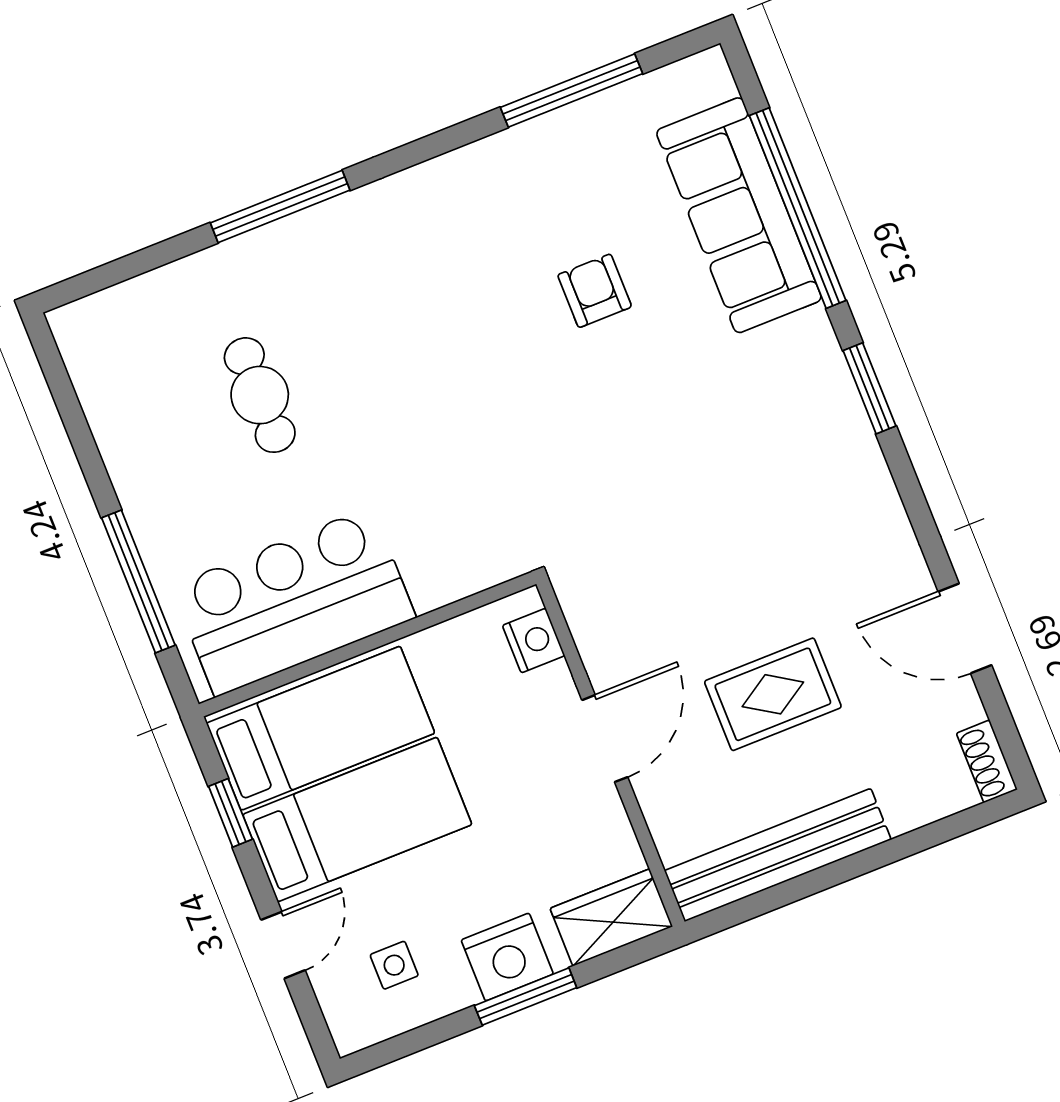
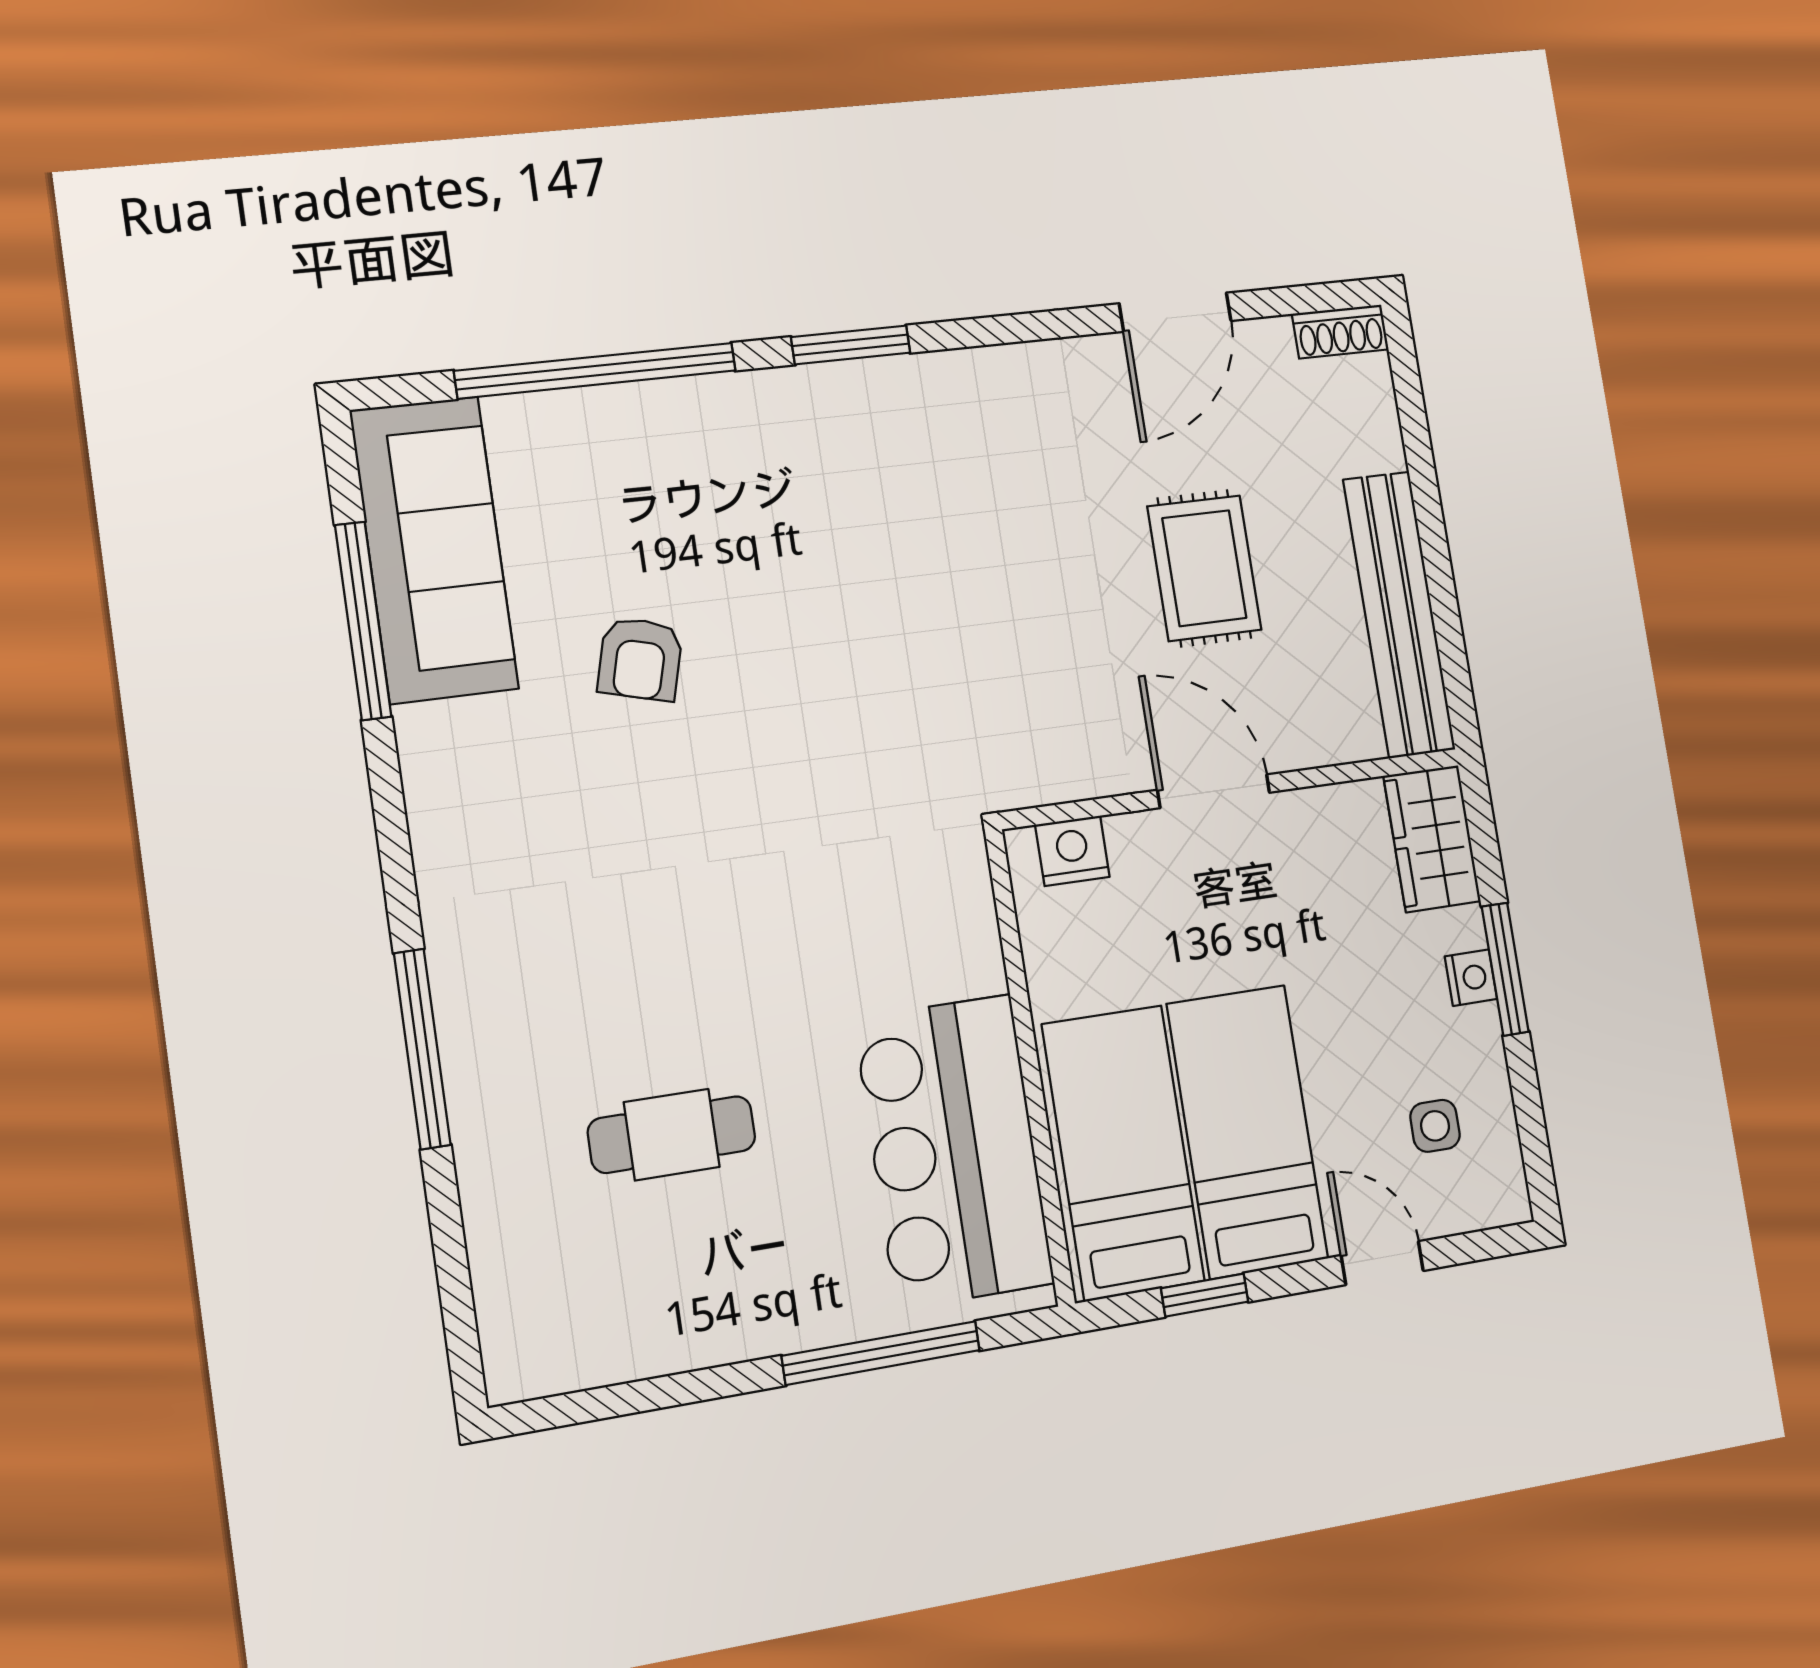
sofa: (739, 215) -> (434, 549), moved, turned -90
armchair: (595, 291) -> (640, 659), turned -75
nightstand: (507, 957) -> (1471, 978), width x0.53, depth x0.56

